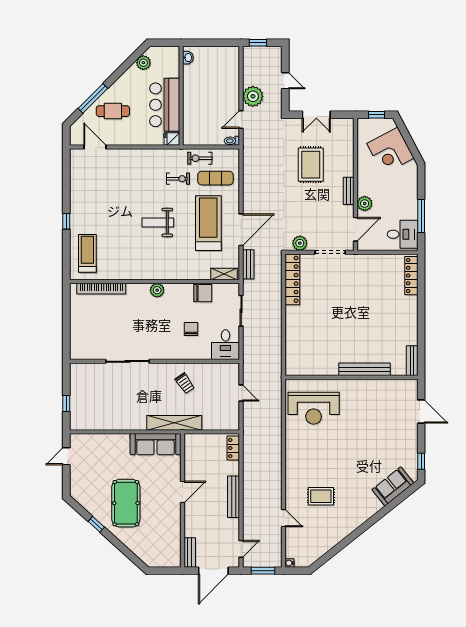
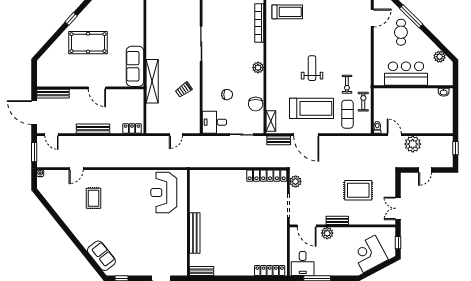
double door: (316, 115) -> (398, 208), moved
fridge: (172, 139) -> (379, 79), removed
bench: (190, 552) -> (53, 94), width x1.36

